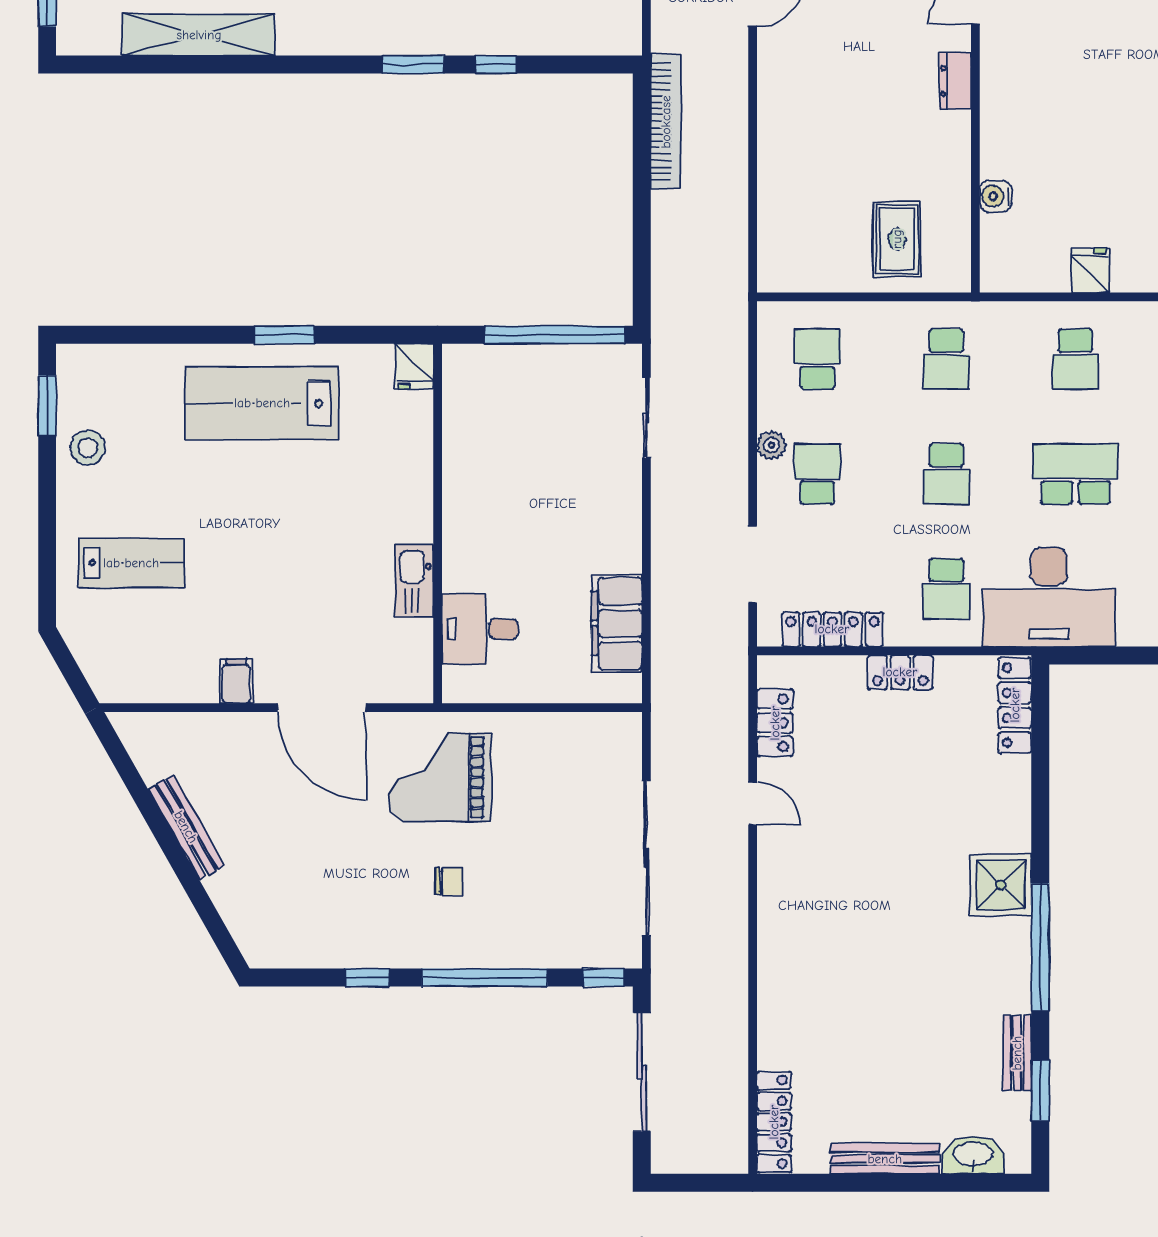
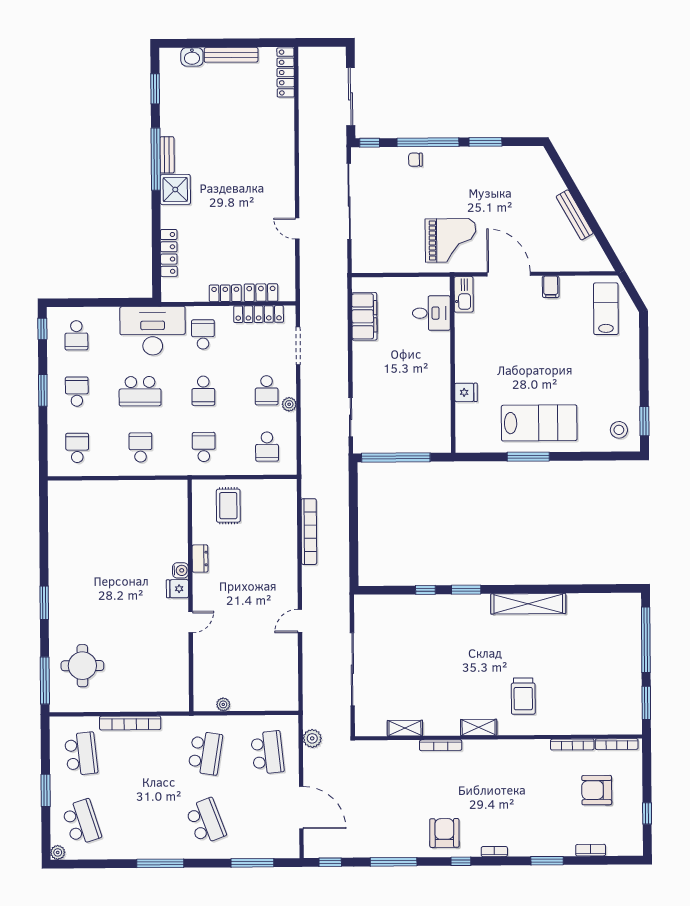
shelving: (199, 35) -> (528, 604), moved
dresser: (955, 81) -> (200, 559), moved
bookcase: (666, 122) -> (309, 532), moved, turned 180
water cooler: (996, 196) -> (180, 570), moved
fridge: (1090, 270) -> (177, 589), moved, turned 90
window: (284, 335) -> (528, 457), width x1.44
fridge: (414, 366) -> (466, 392), moved, turned 90
stool: (88, 448) -> (619, 430), moved
school desk: (946, 474) -> (203, 391), turned 180
lab bench: (131, 563) -> (606, 309), moved, turned 90
kitchen sink: (414, 581) -> (464, 294), moved
locker: (1015, 705) -> (169, 253), moved
locker: (775, 723) -> (261, 293), moved, turned 90
chair: (449, 881) -> (415, 160), moved
window: (367, 978) -> (485, 142), width x1.50
bench: (1017, 1053) -> (167, 155), moved
washbasin: (973, 1155) -> (192, 57), width x0.72

